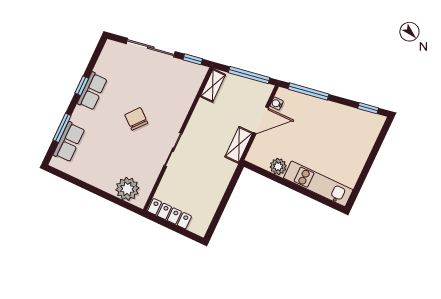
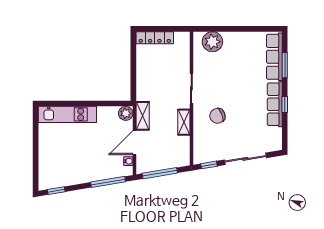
shelving: (213, 86) -> (184, 122), moved
row of seats: (92, 91) -> (275, 104), width x1.48
chair: (136, 119) -> (217, 116), moved, turned 118
row of seats: (69, 142) -> (274, 57), width x1.48
plant: (278, 166) -> (126, 113), moved
locker: (169, 214) -> (155, 38), moved

